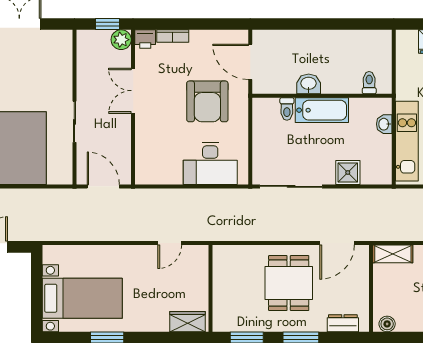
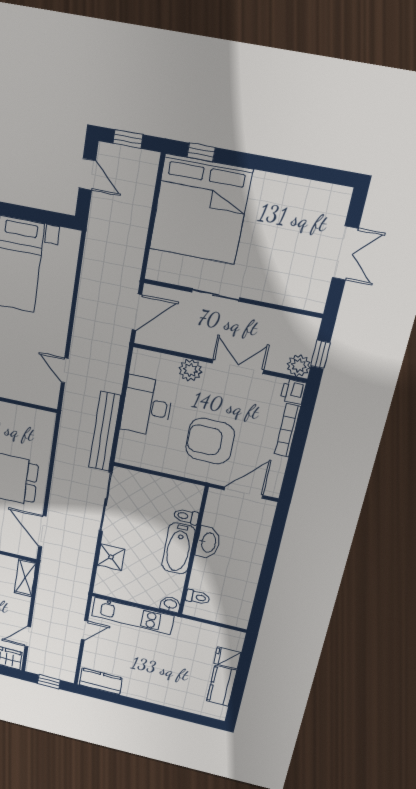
bookcase: (173, 36) -> (288, 430), width x1.56
washbasin: (309, 84) -> (208, 542), width x1.38
washbasin: (384, 124) -> (170, 604), moved
plant: (145, 131) -> (190, 370), added
desk: (210, 163) -> (147, 406), moved
bench: (220, 198) -> (105, 432), added

